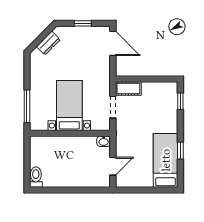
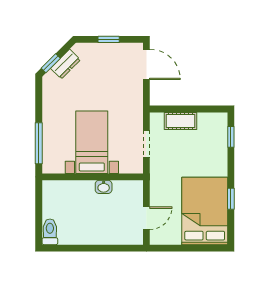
window: (37, 42) -> (51, 63), added
cot: (128, 89) -> (180, 121), moved
washbasin: (104, 141) -> (104, 187), moved
bed: (166, 160) -> (205, 211), width x1.50

